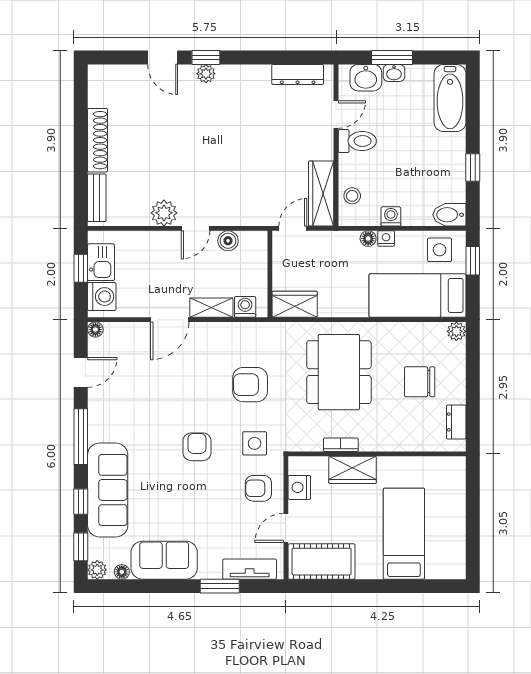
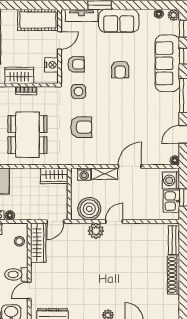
plant: (164, 213) -> (96, 231), moved
boiler: (228, 241) -> (89, 209), width x1.86, depth x1.86
armchair: (197, 447) -> (120, 70), moved
sofa: (164, 560) -> (119, 21), moved

